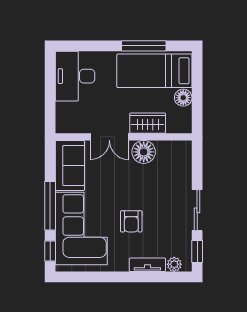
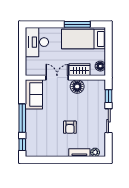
floor lamp: (183, 98) -> (100, 66), moved
double door: (109, 137) -> (57, 78), swing flipped
corner sofa: (81, 228) -> (41, 131), removed
window: (197, 252) -> (108, 96), moved

